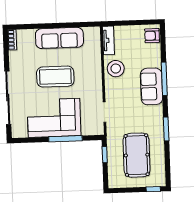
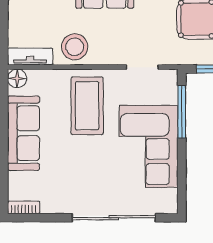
floor lamp: (94, 33) -> (17, 78), added
coffee table: (55, 77) -> (87, 106), moved
window: (65, 139) -> (182, 112), moved

